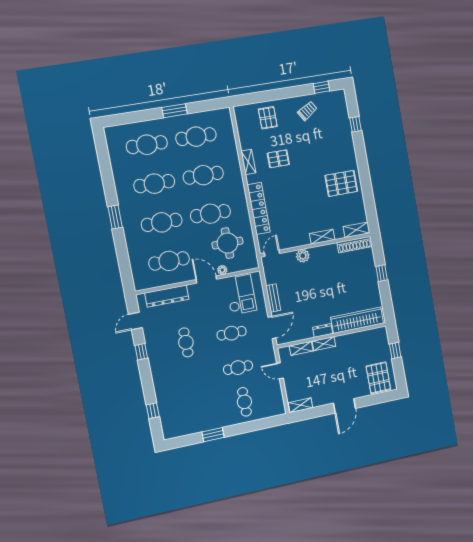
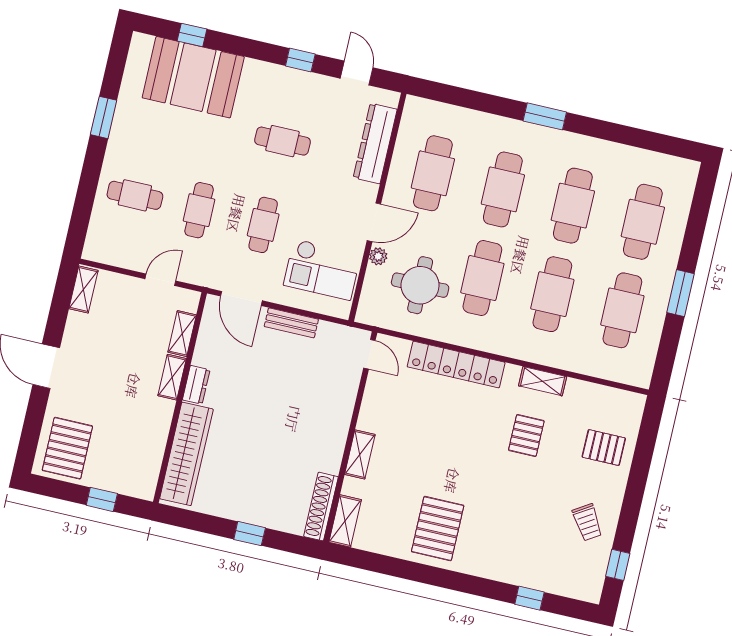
plant: (303, 256) -> (342, 406), removed
pallet: (378, 378) -> (67, 448), turned 90
booth: (174, 400) -> (193, 77), added

